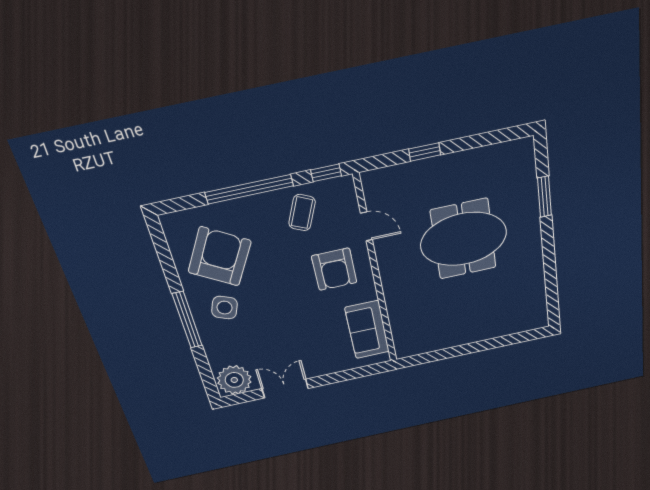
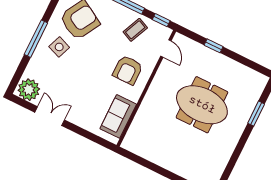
door: (366, 226) -> (166, 48), moved

